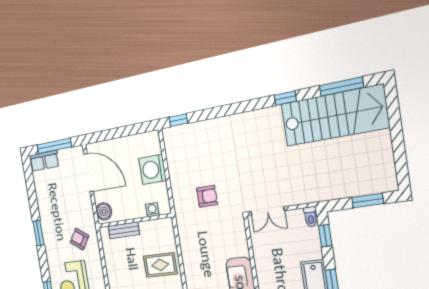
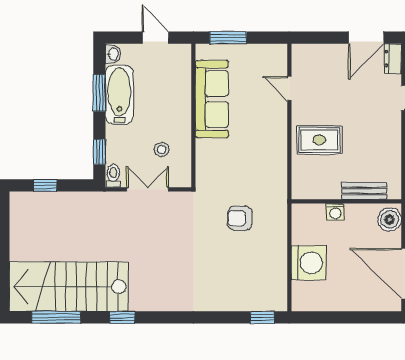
window: (368, 201) -> (45, 185), width x0.67
washing machine: (152, 210) -> (335, 212), moved
double door: (268, 211) -> (147, 189), moved
stool: (275, 244) -> (162, 150), added

